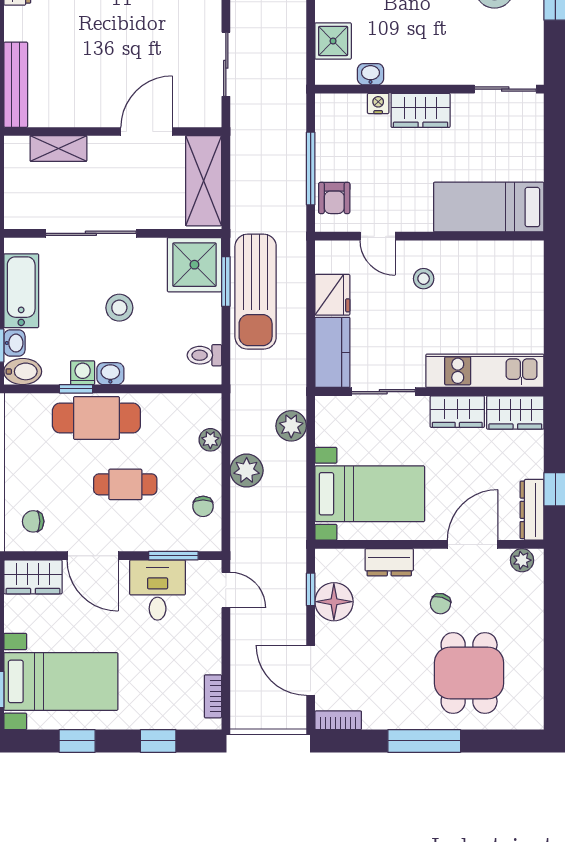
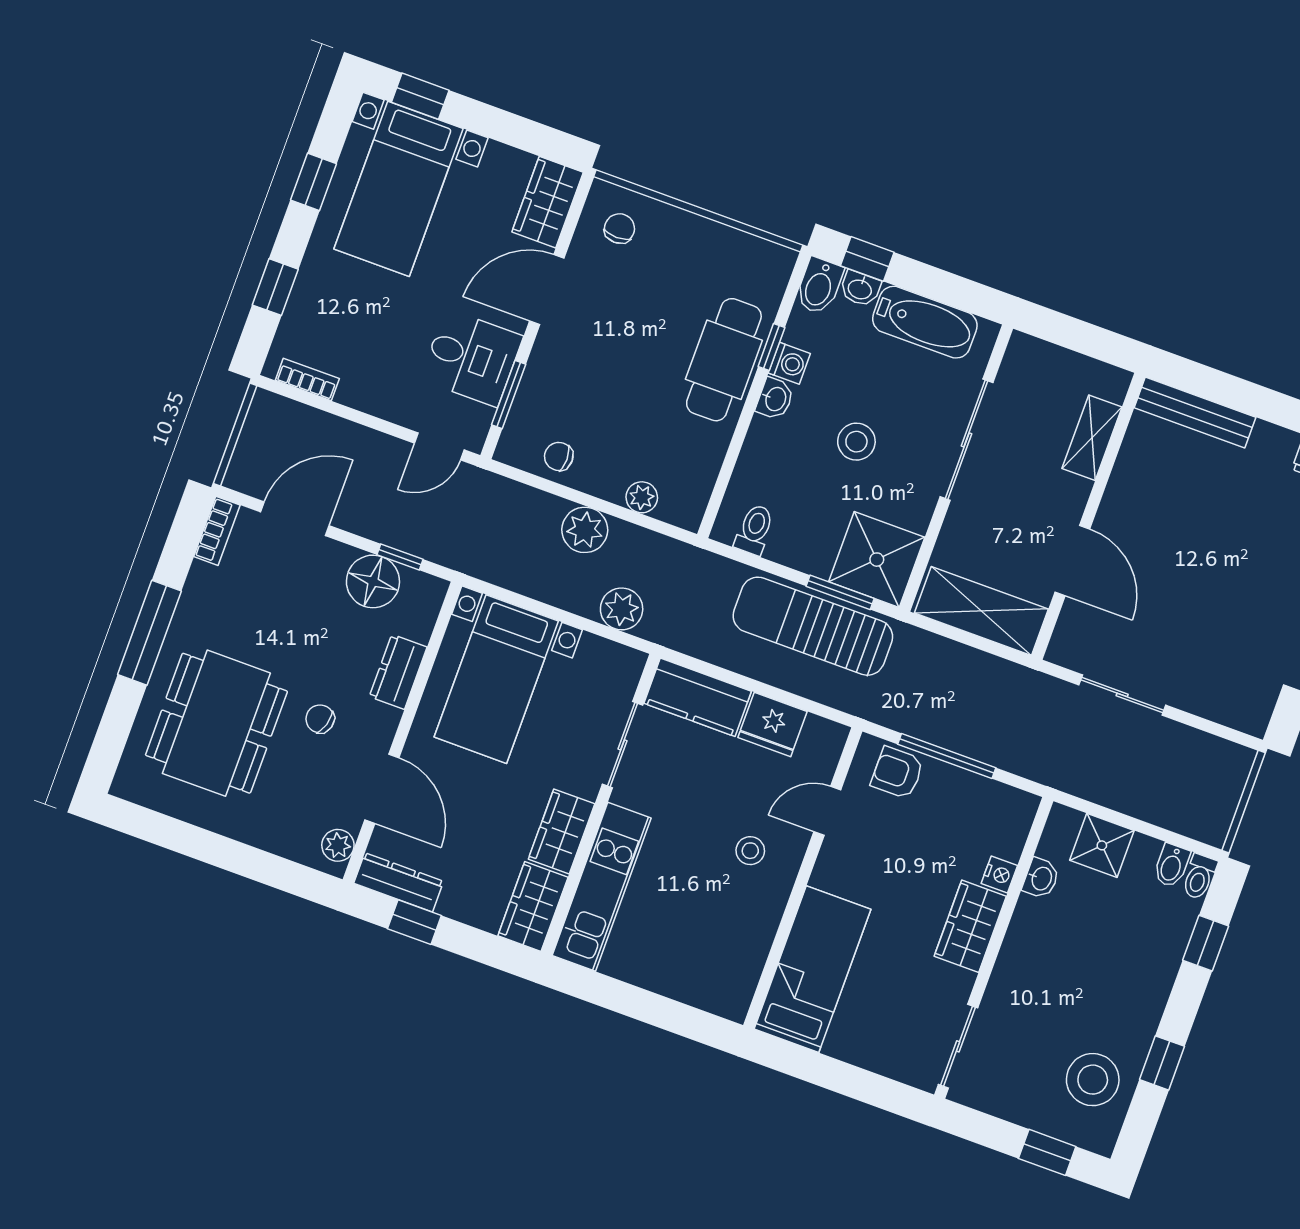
cafe table: (125, 484) -> (624, 366), removed
dining table: (469, 673) -> (216, 723), width x1.37

